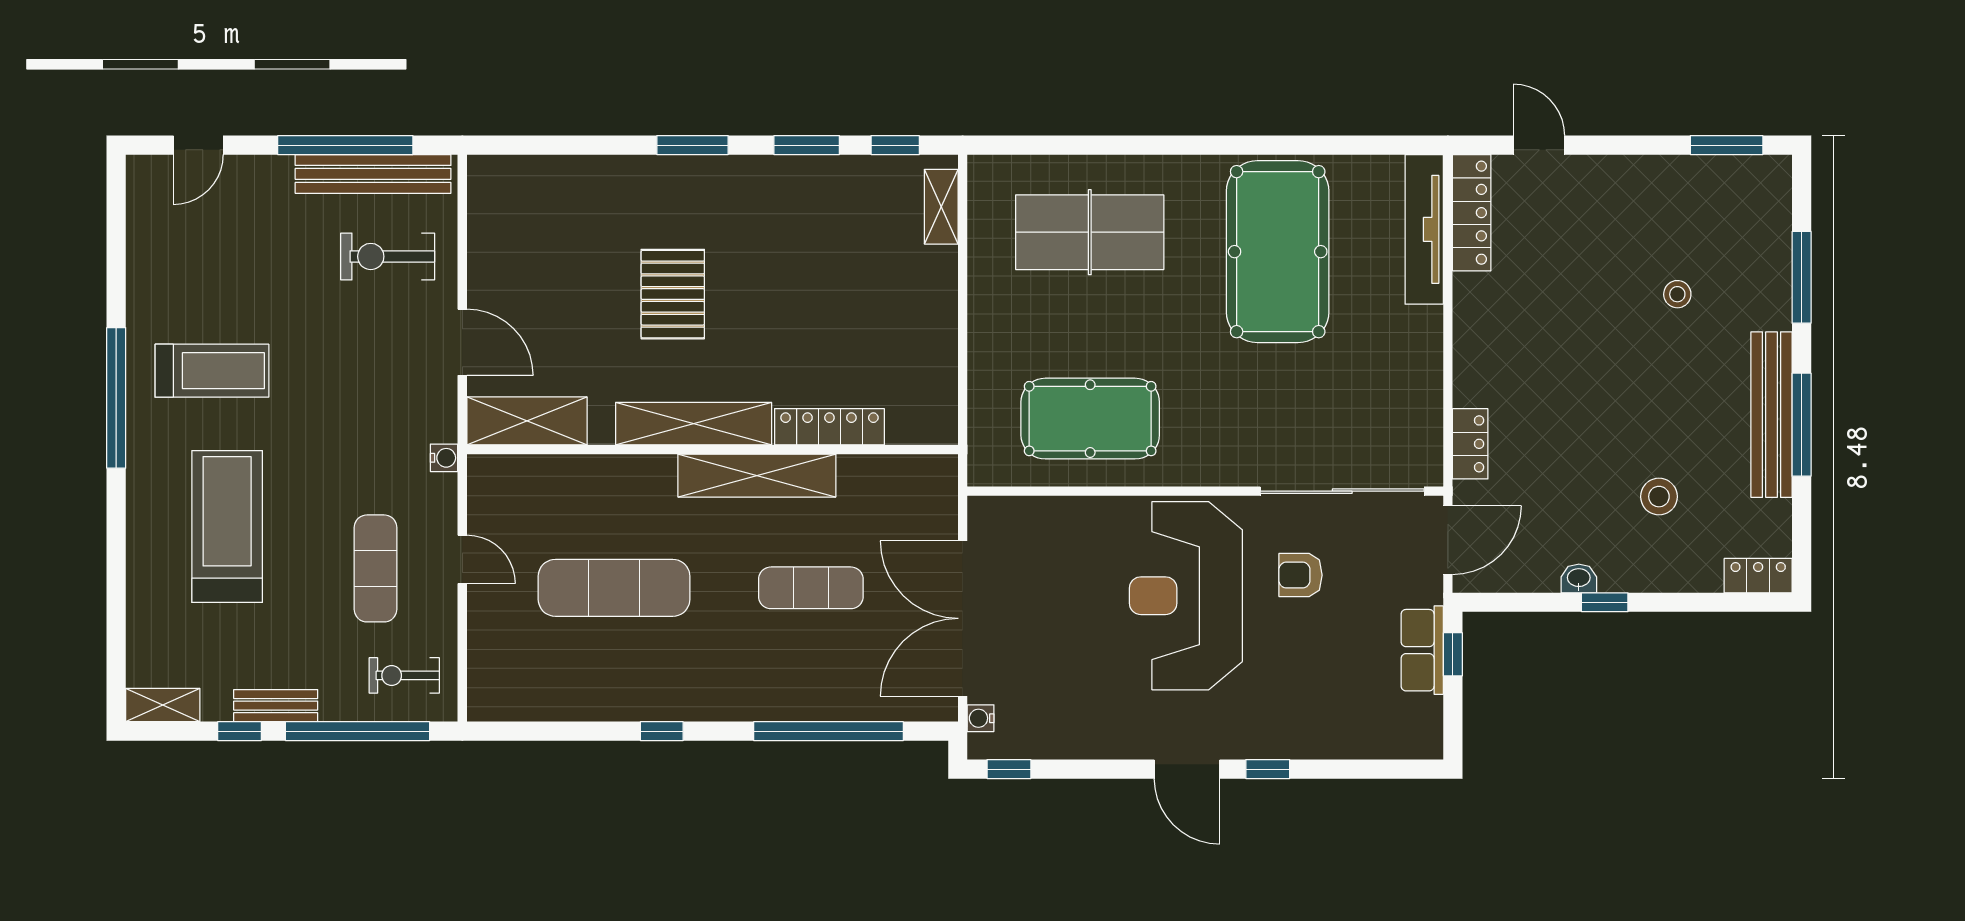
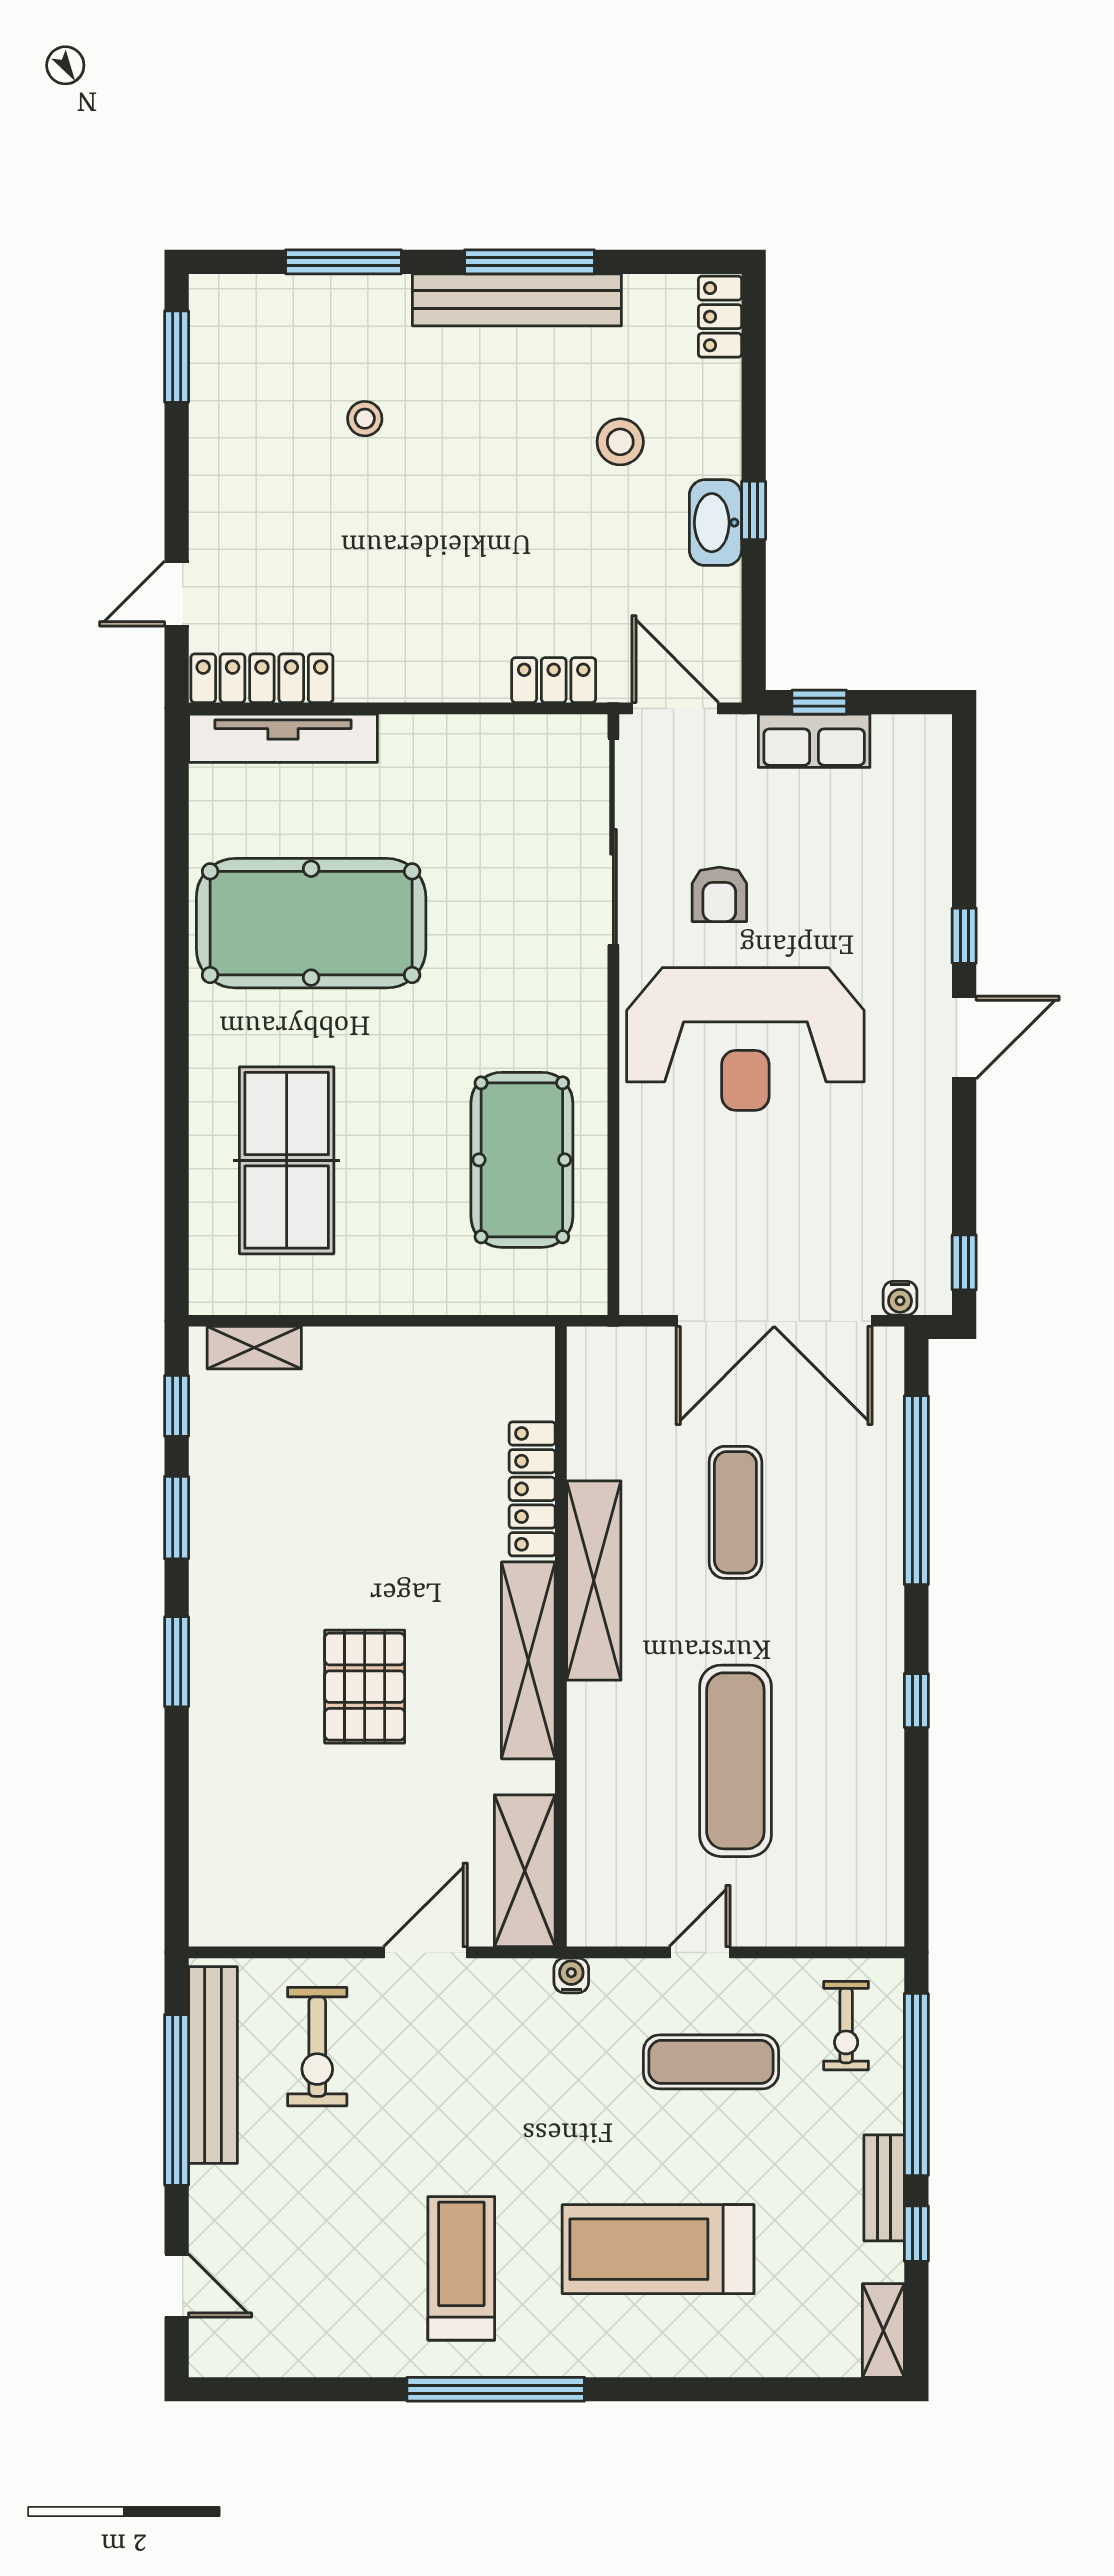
pallet: (673, 294) -> (365, 1687), turned 90
washbasin: (1579, 578) -> (715, 523), width x1.91, depth x1.45

